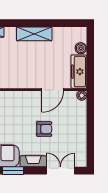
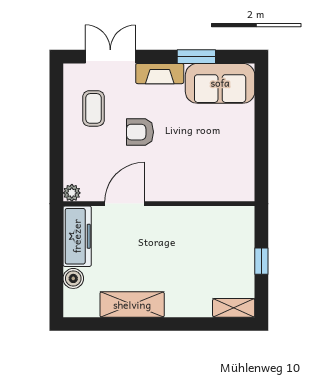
shelving: (34, 34) -> (132, 305), moved
coffee table: (70, 142) -> (93, 108), added
double door: (60, 171) -> (110, 57), swing flipped

